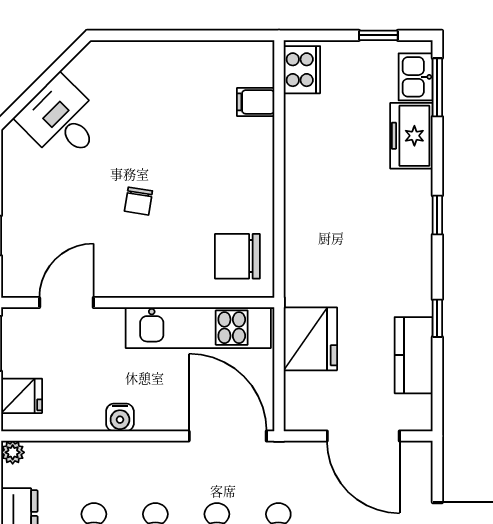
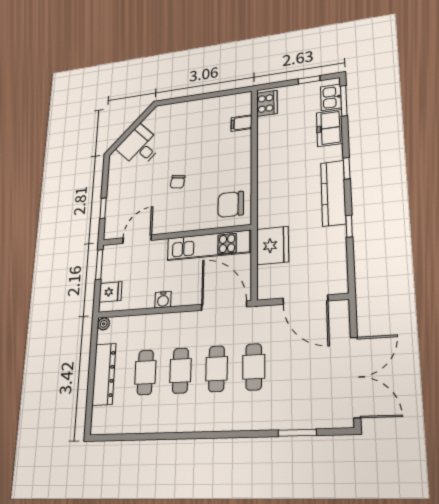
kitchen counter: (414, 355) -> (333, 193), moved, width x1.50

